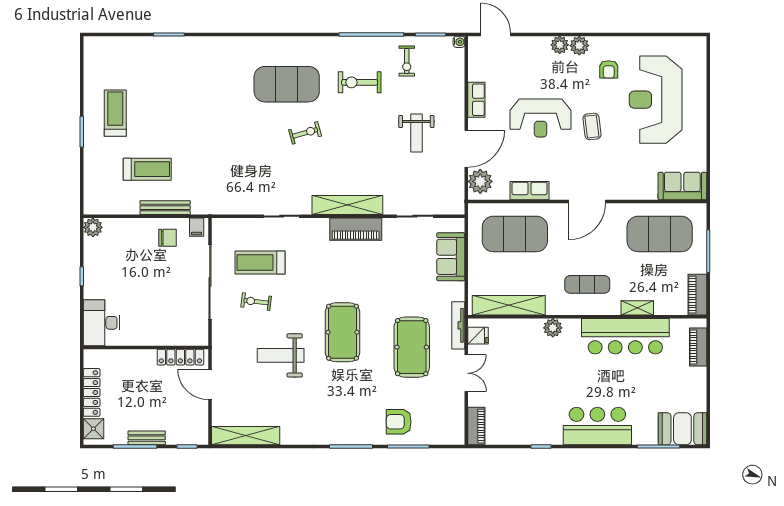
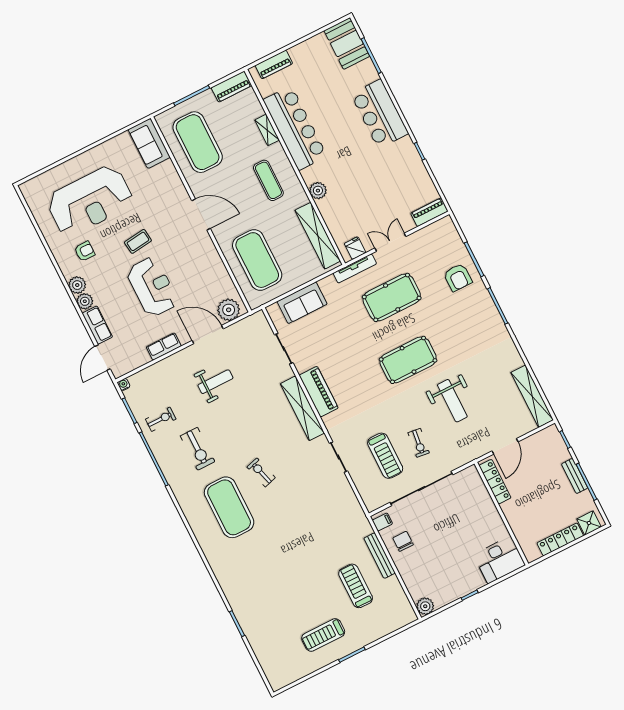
row of seats: (529, 191) -> (97, 325), moved, turned 180

